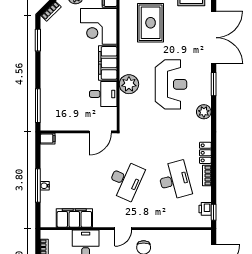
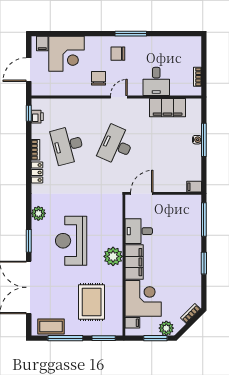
window: (38, 40) -> (204, 263), moved
plant: (129, 84) -> (113, 256), moved

